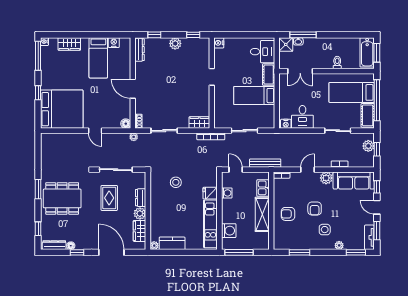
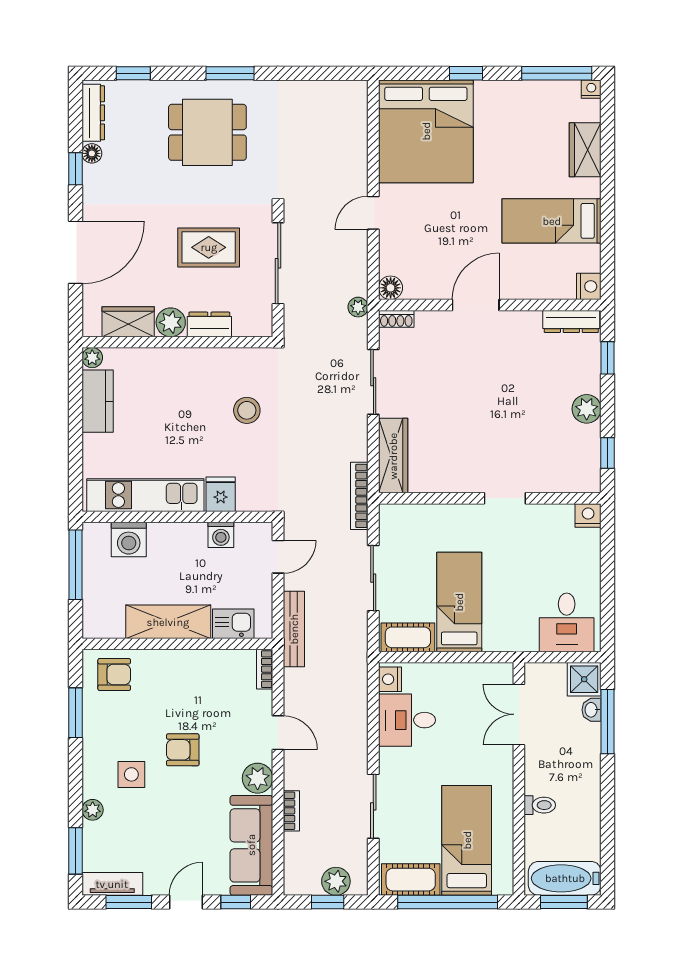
nightstand: (114, 43) -> (589, 286), moved
cot: (269, 75) -> (408, 637), moved
wardrobe: (199, 123) -> (393, 456), width x1.50
dining table: (62, 198) -> (207, 132), width x0.73
armchair: (288, 214) -> (114, 674), moved, turned 90

